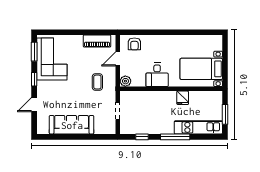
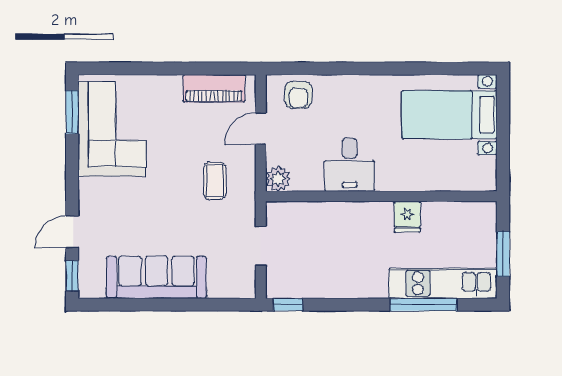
bed with nightstands: (201, 69) -> (449, 115), moved
window: (34, 79) -> (72, 276), moved
window: (142, 137) -> (288, 305), moved
window: (175, 137) -> (424, 305), moved

